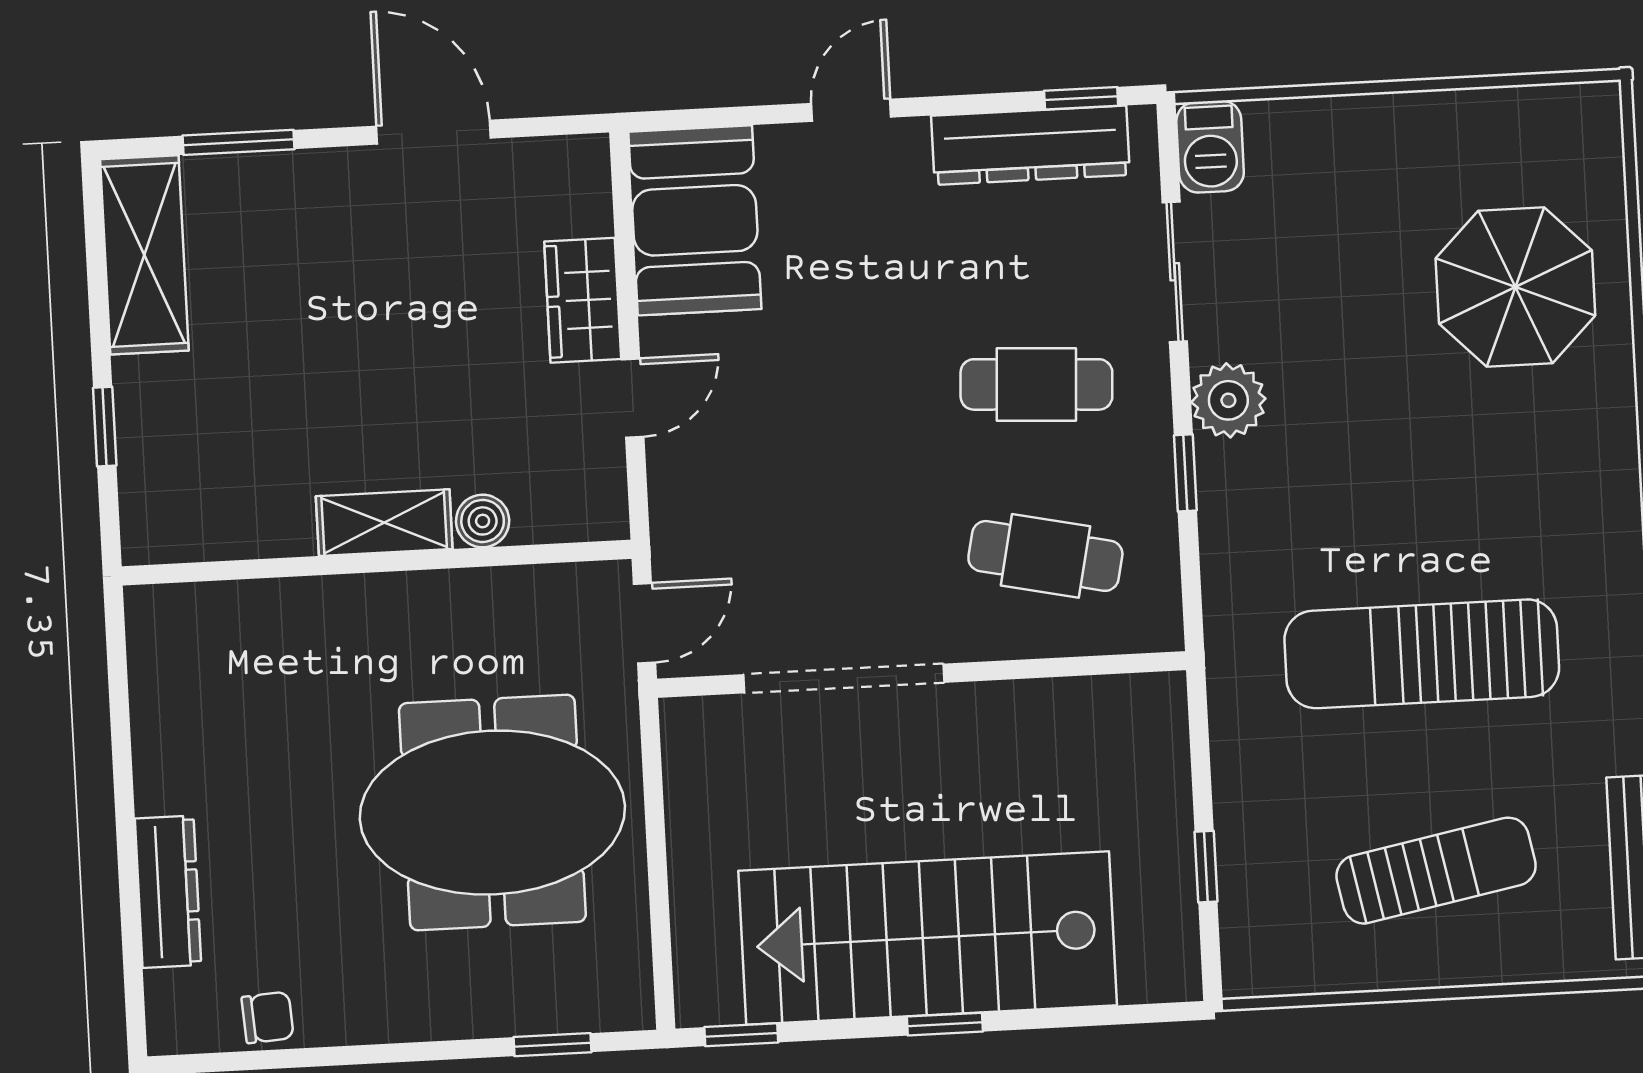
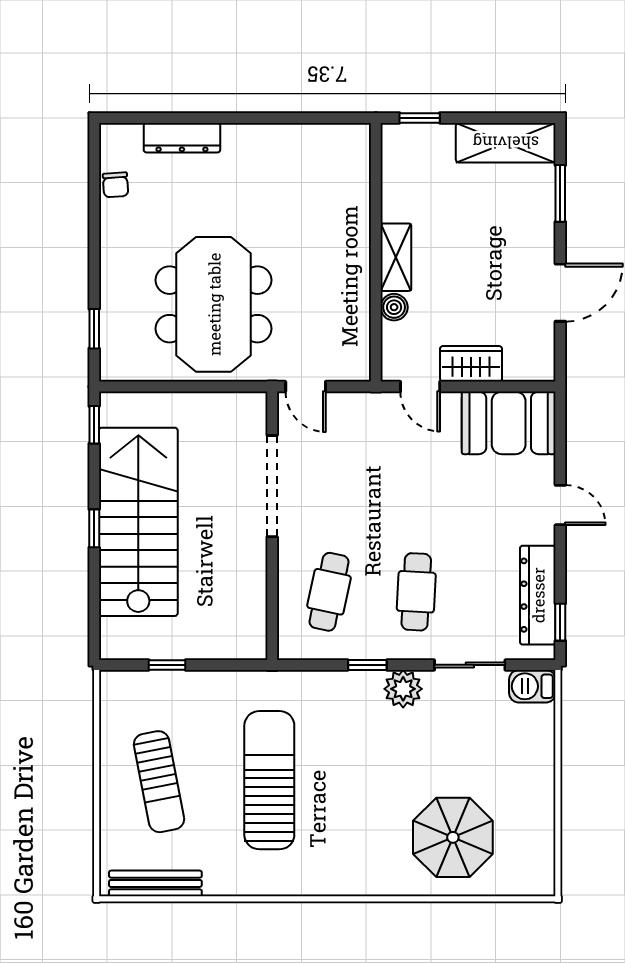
boiler: (483, 521) -> (394, 307), moved
shelving: (384, 523) -> (396, 257), moved
wall: (377, 563) -> (376, 252), moved

